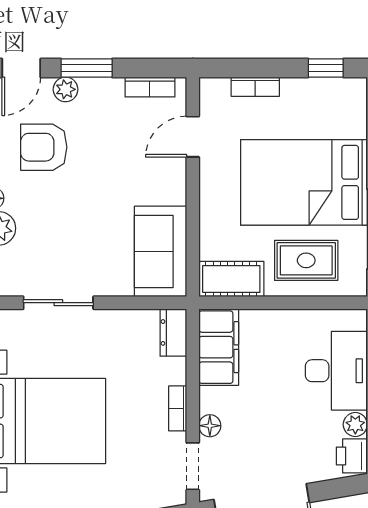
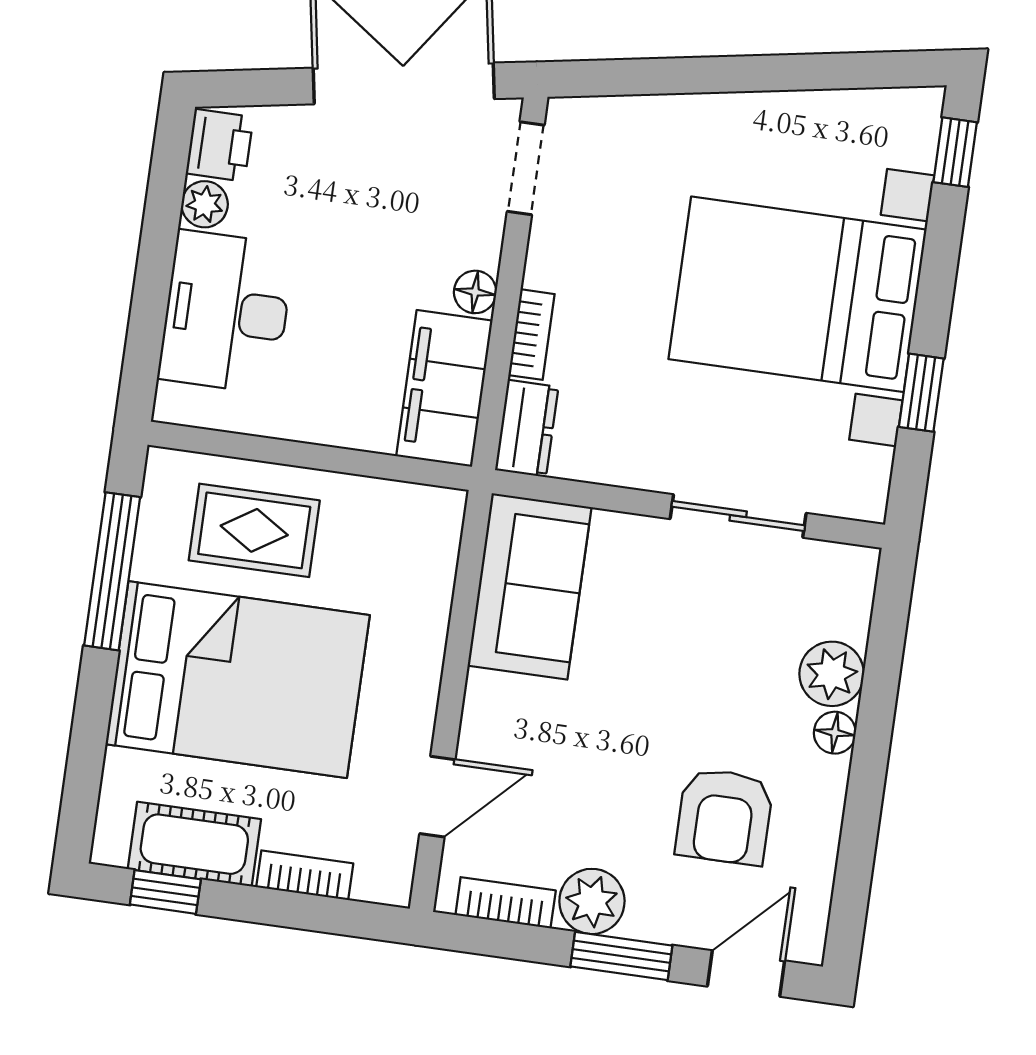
plant: (66, 89) -> (592, 901), moved, width x1.38, depth x1.38
armchair: (44, 147) -> (724, 816), turned 90
cot: (231, 279) -> (194, 844), moved
bookcase: (178, 408) -> (532, 335), moved
floor lamp: (210, 426) -> (475, 292), moved

